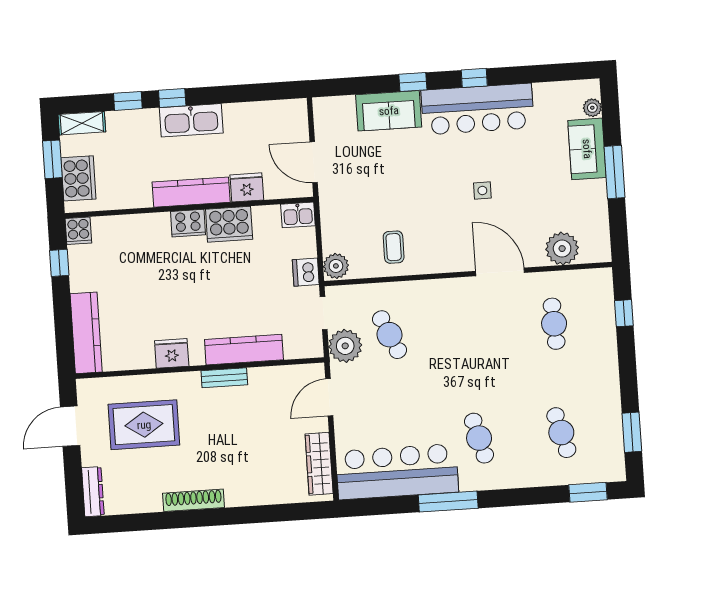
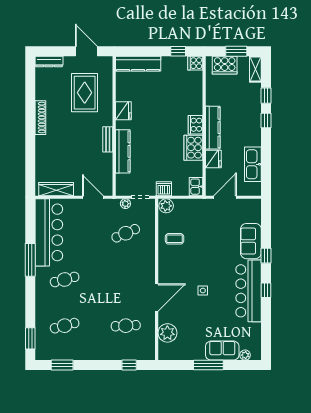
kitchen sink: (191, 120) -> (253, 164), moved
plant: (345, 346) -> (125, 204), width x0.53, depth x0.53

